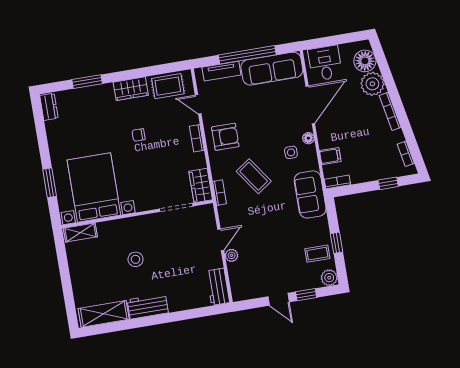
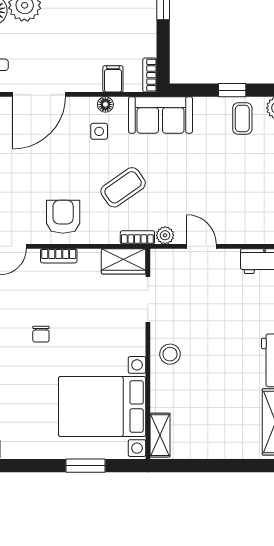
door: (310, 105) -> (39, 94), swing flipped
floor lamp: (308, 138) -> (105, 104), moved
plant: (232, 255) -> (165, 235), moved
stool: (136, 259) -> (170, 354), moved

